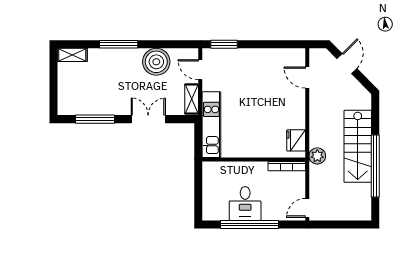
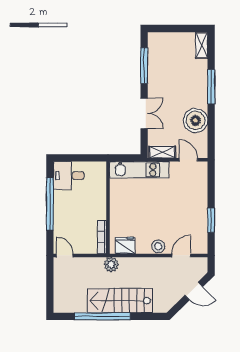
window: (224, 44) -> (211, 220), moved
door: (200, 70) -> (188, 160), hinge flipped
stool: (297, 103) -> (158, 246), added
desk: (245, 204) -> (69, 176), moved

